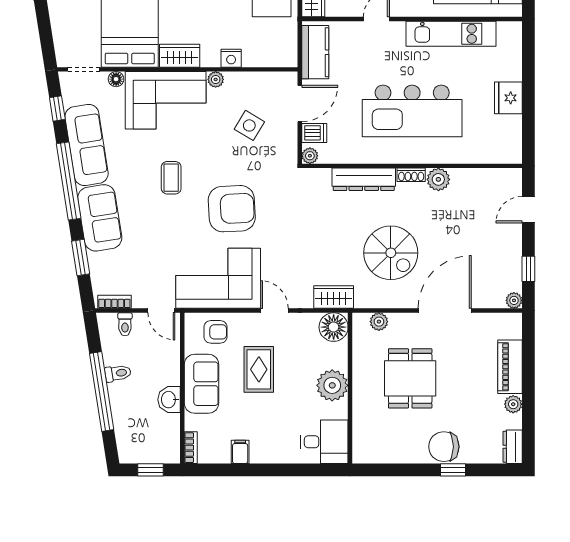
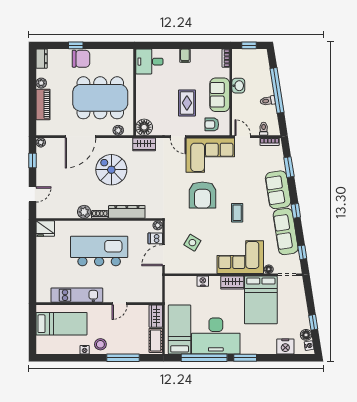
kitchen counter: (315, 52) -> (155, 285), removed
plant: (216, 79) -> (212, 269), removed
fridge: (508, 98) -> (45, 229), moved, turned 90
window: (69, 181) -> (296, 211), width x0.32
armchair: (232, 209) -> (202, 195), turned -87
dining table: (410, 378) -> (100, 98), width x1.88, depth x1.24
plant: (332, 385) -> (145, 94), removed
filing cabinet: (240, 452) -> (185, 56), moved

